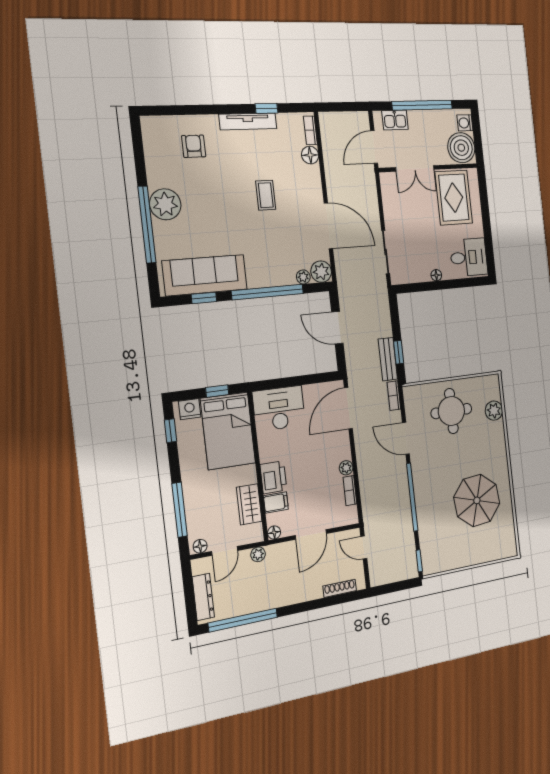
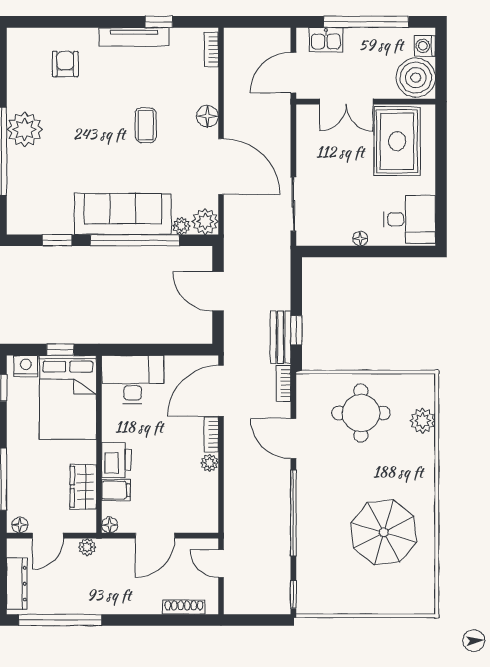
floor lamp: (310, 155) -> (207, 116), moved
sofa: (205, 275) -> (123, 214), moved
bookcase: (350, 491) -> (211, 435), moved

